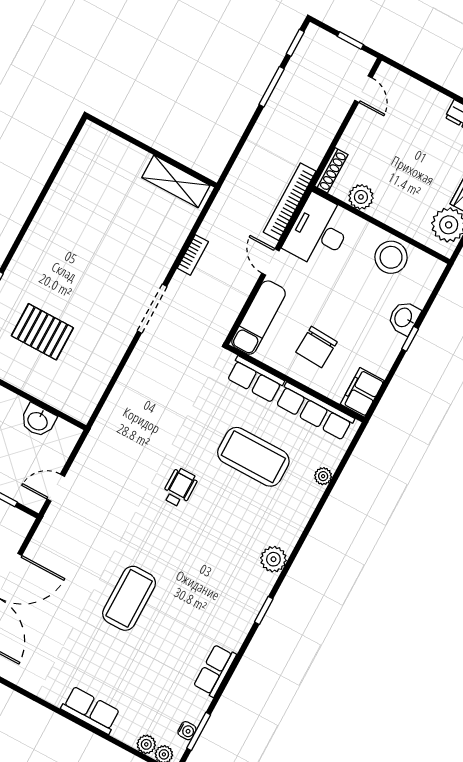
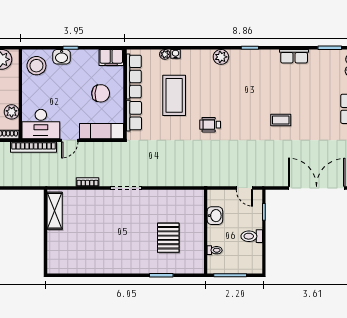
stool: (391, 257) -> (36, 66), moved
coffee table: (129, 598) -> (281, 120), width x0.54, depth x0.58
water cooler: (187, 731) -> (175, 54), moved

